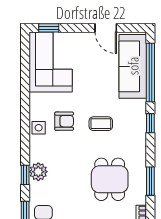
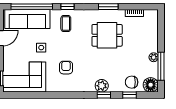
coffee table: (101, 124) -> (66, 23), moved
side table: (39, 128) -> (41, 48), moved

